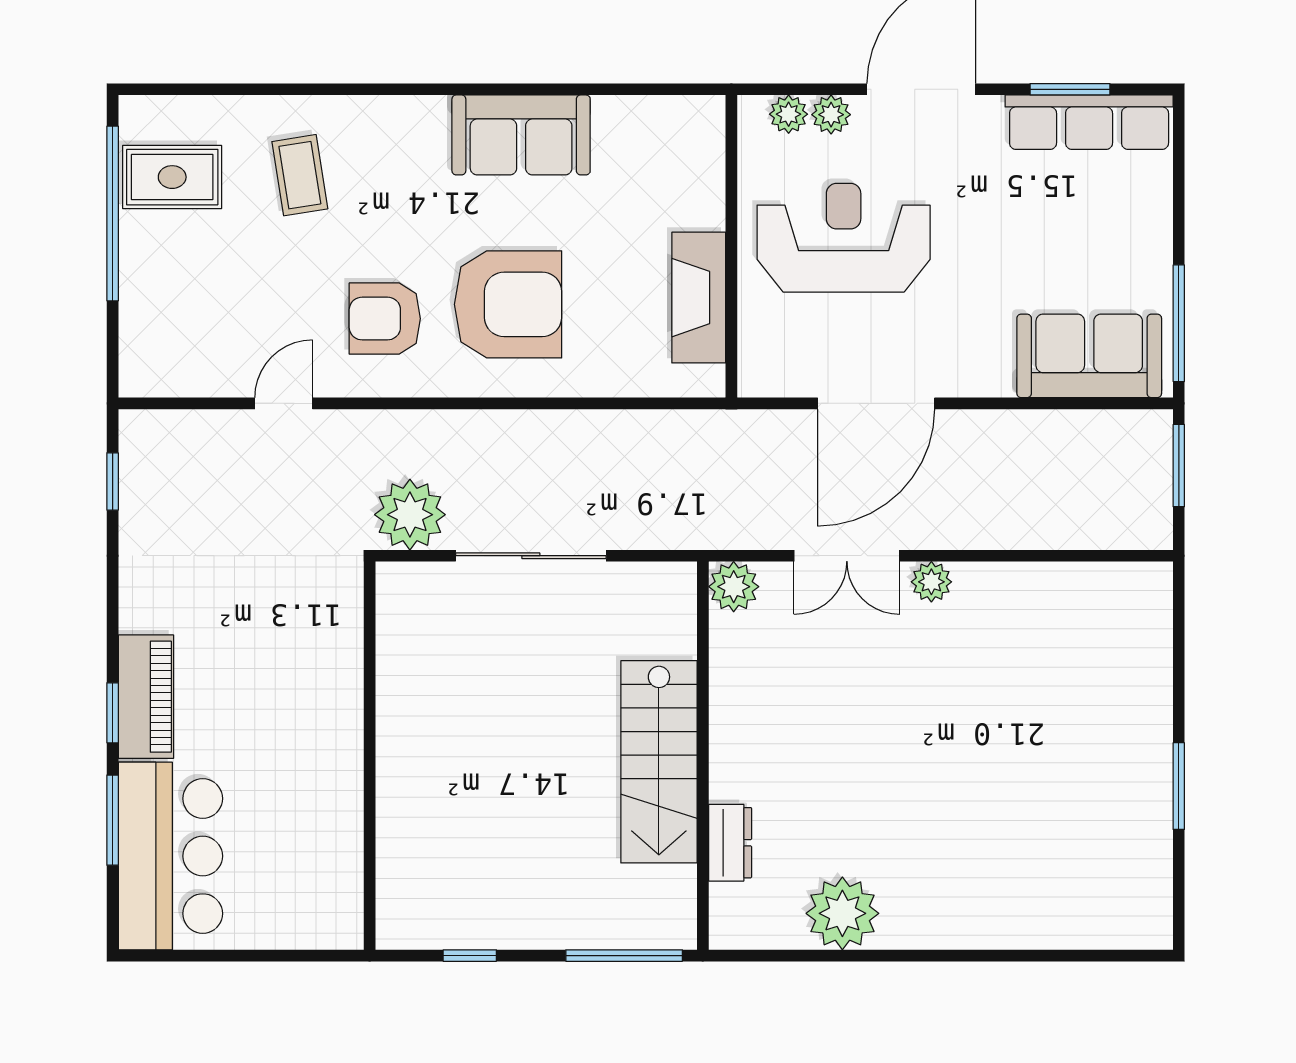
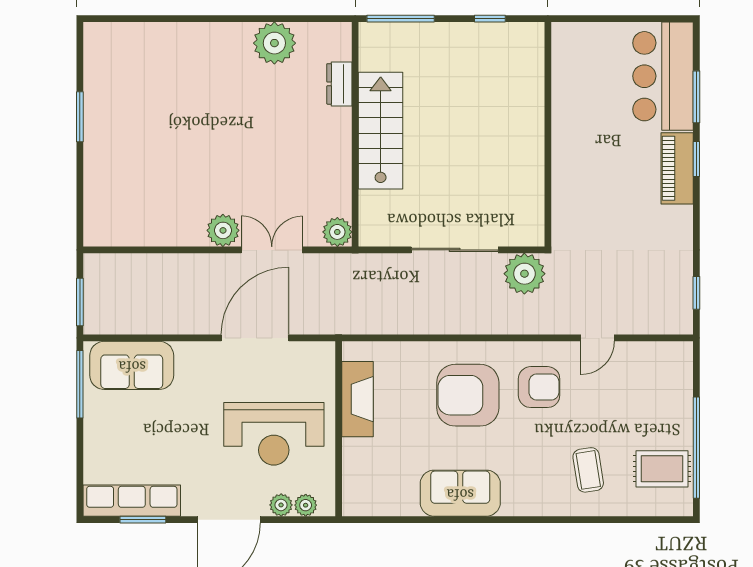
plant: (931, 582) -> (223, 230), width x1.38, depth x1.38

